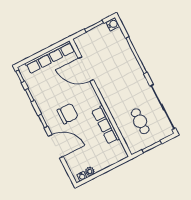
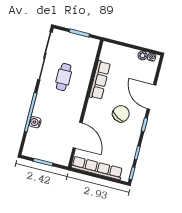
water cooler: (113, 24) -> (35, 122), moved
chair: (68, 114) -> (121, 114), turned 120
cafe table: (140, 121) -> (64, 77), moved

